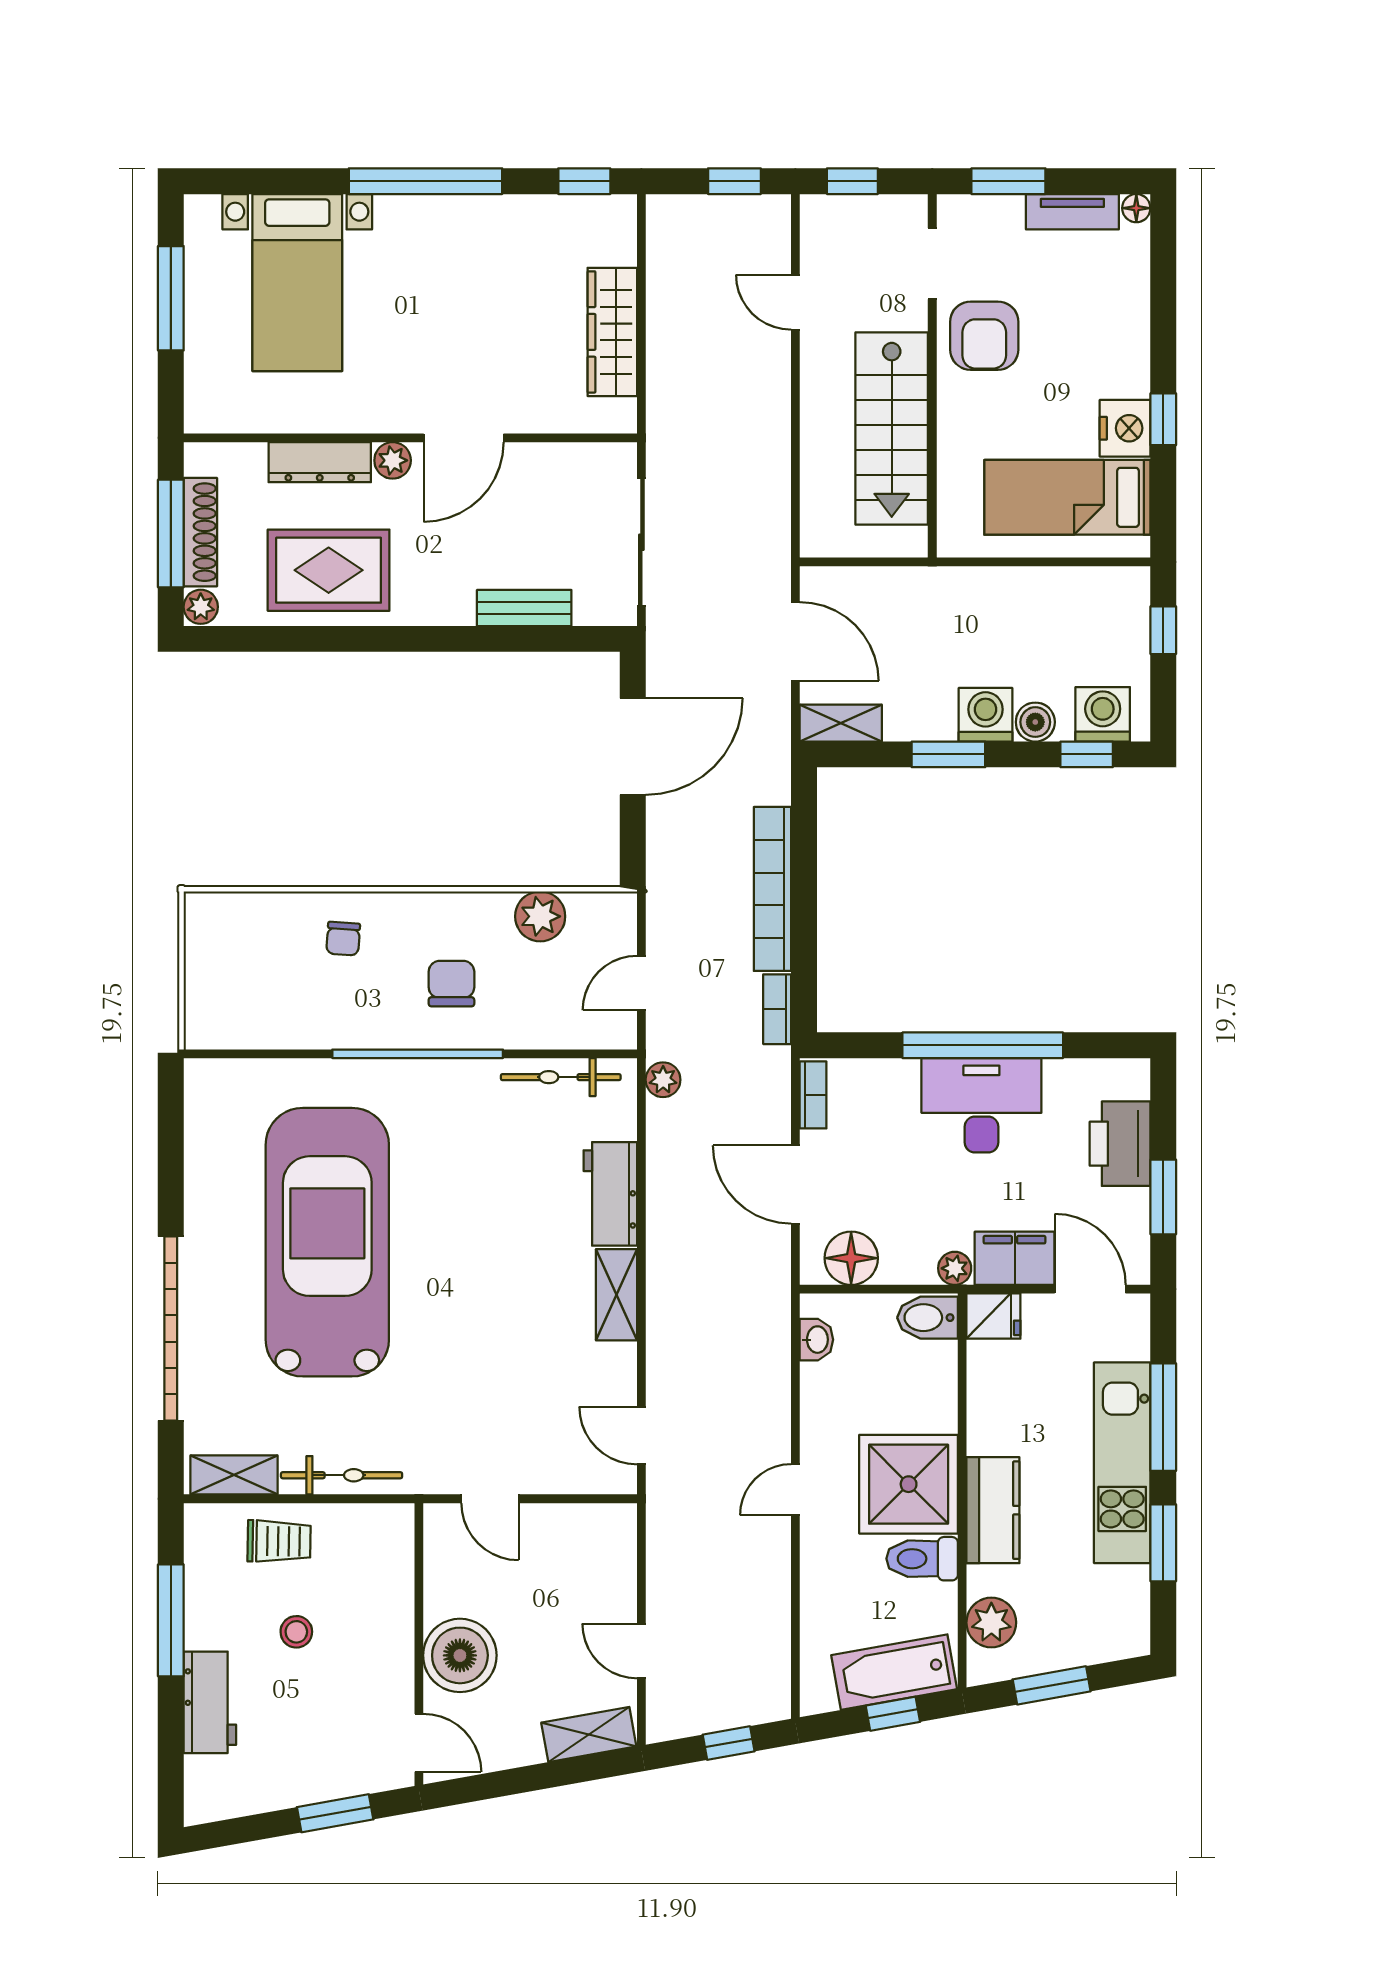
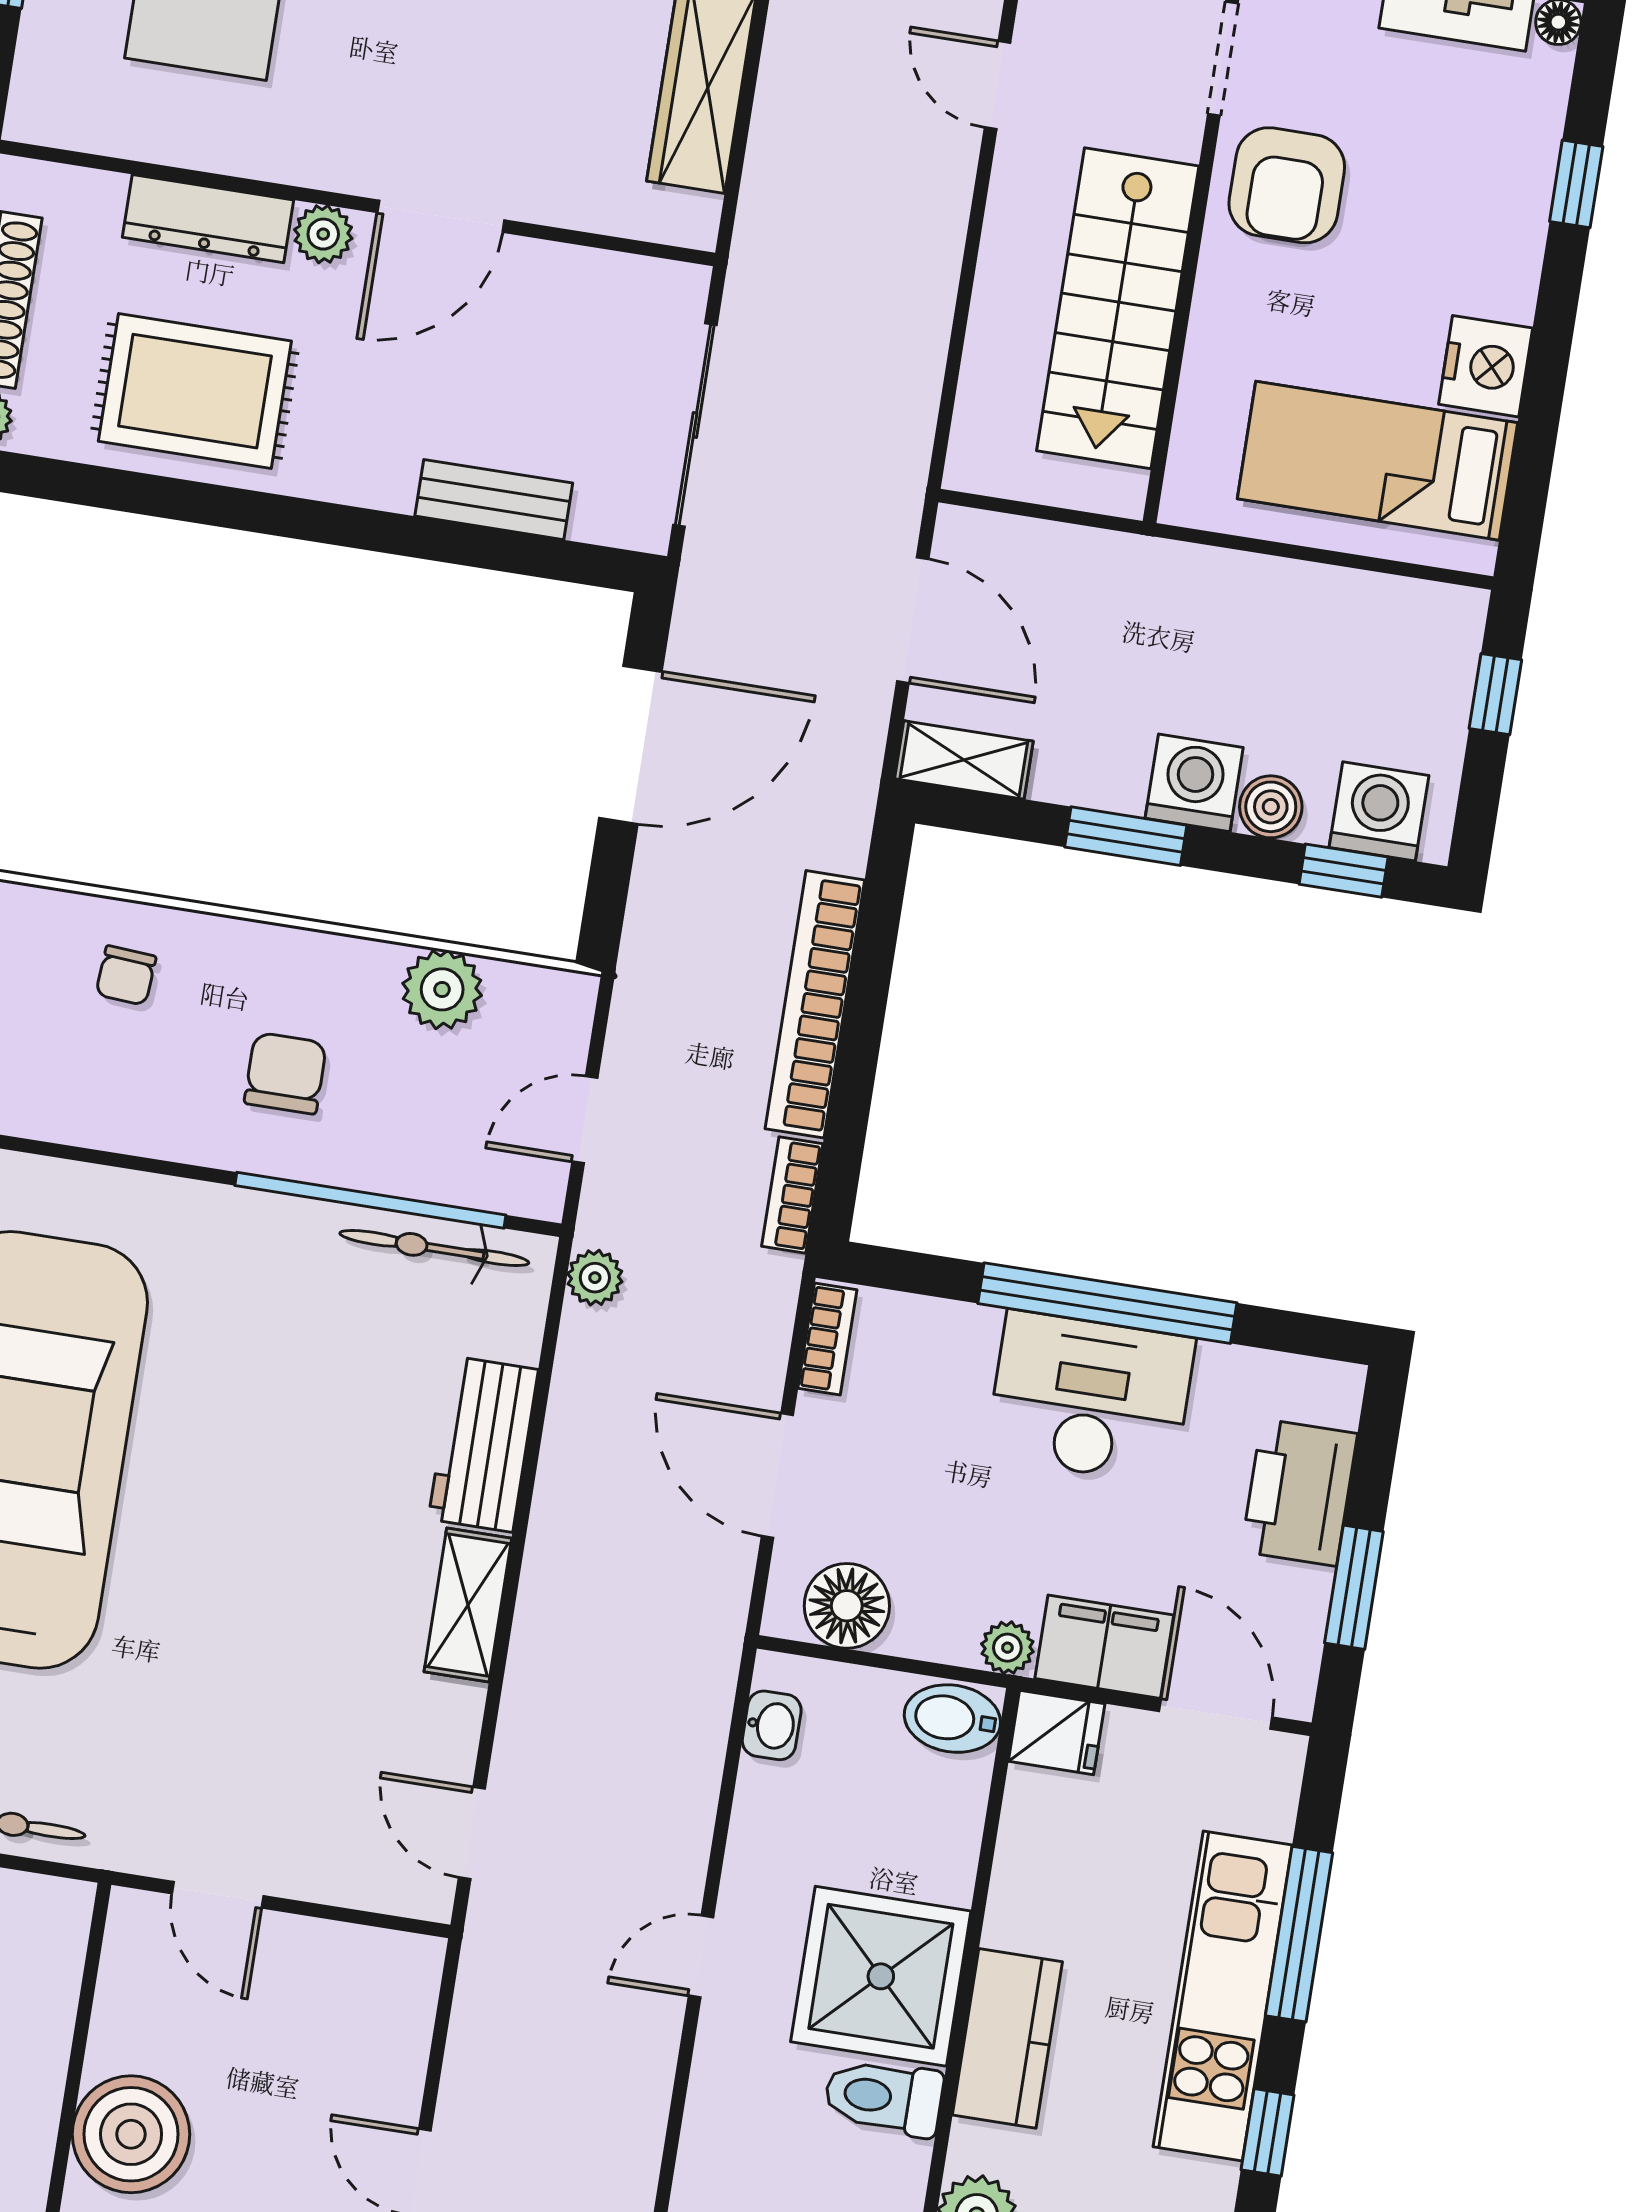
window: (1163, 419) -> (1576, 184), moved
window: (418, 1054) -> (370, 1200), moved
window: (1163, 1543) -> (1268, 2132), width x0.67

